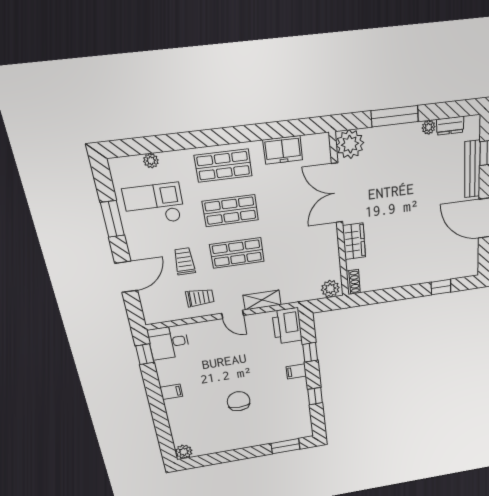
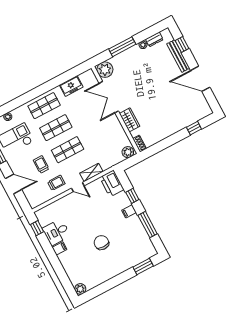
door: (126, 277) -> (14, 184), hinge flipped
desk: (169, 342) -> (56, 232), moved
window: (315, 396) -> (148, 225), width x2.17

